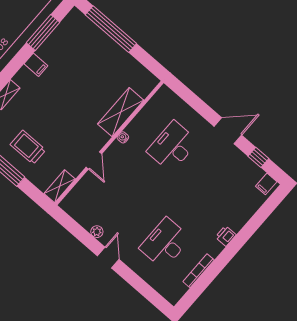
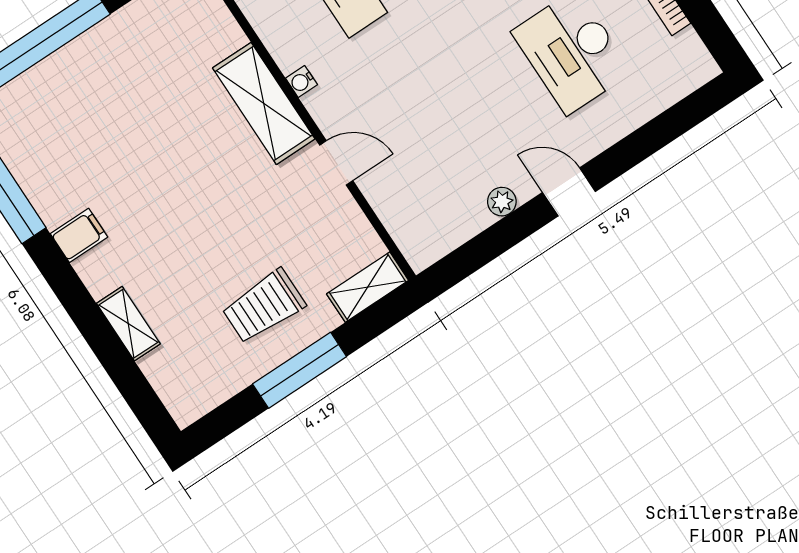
shelving: (121, 112) -> (264, 103), moved
shelving: (60, 186) -> (368, 287), moved, turned 90

